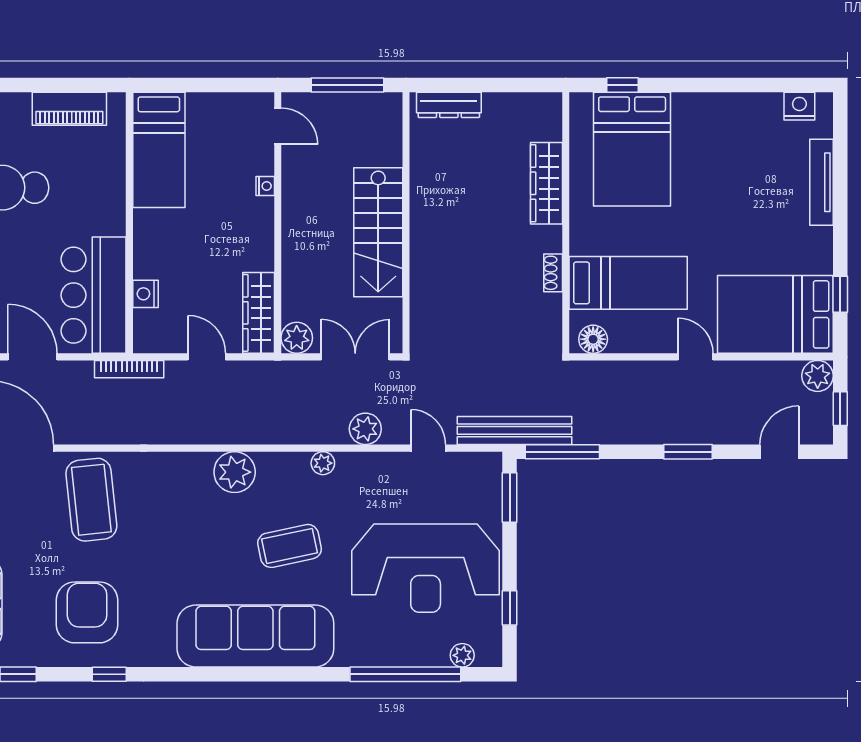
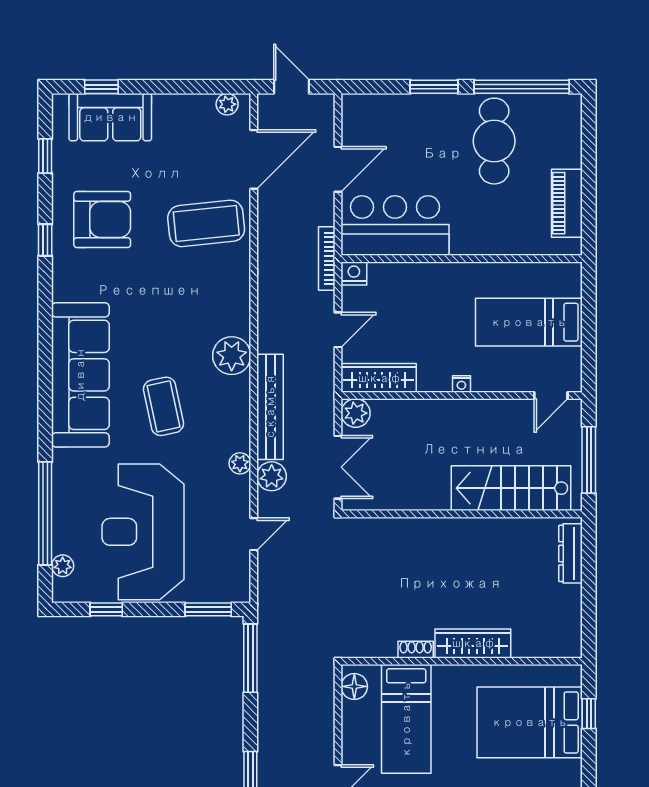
bed: (159, 150) -> (529, 322), moved
wardrobe: (546, 183) -> (473, 643), moved
nightstand: (265, 186) -> (461, 384), moved
stairs: (378, 232) -> (511, 488), moved
nightstand: (145, 294) -> (354, 273), moved
bench: (515, 430) -> (270, 407), moved
plant: (323, 463) -> (240, 463), moved

